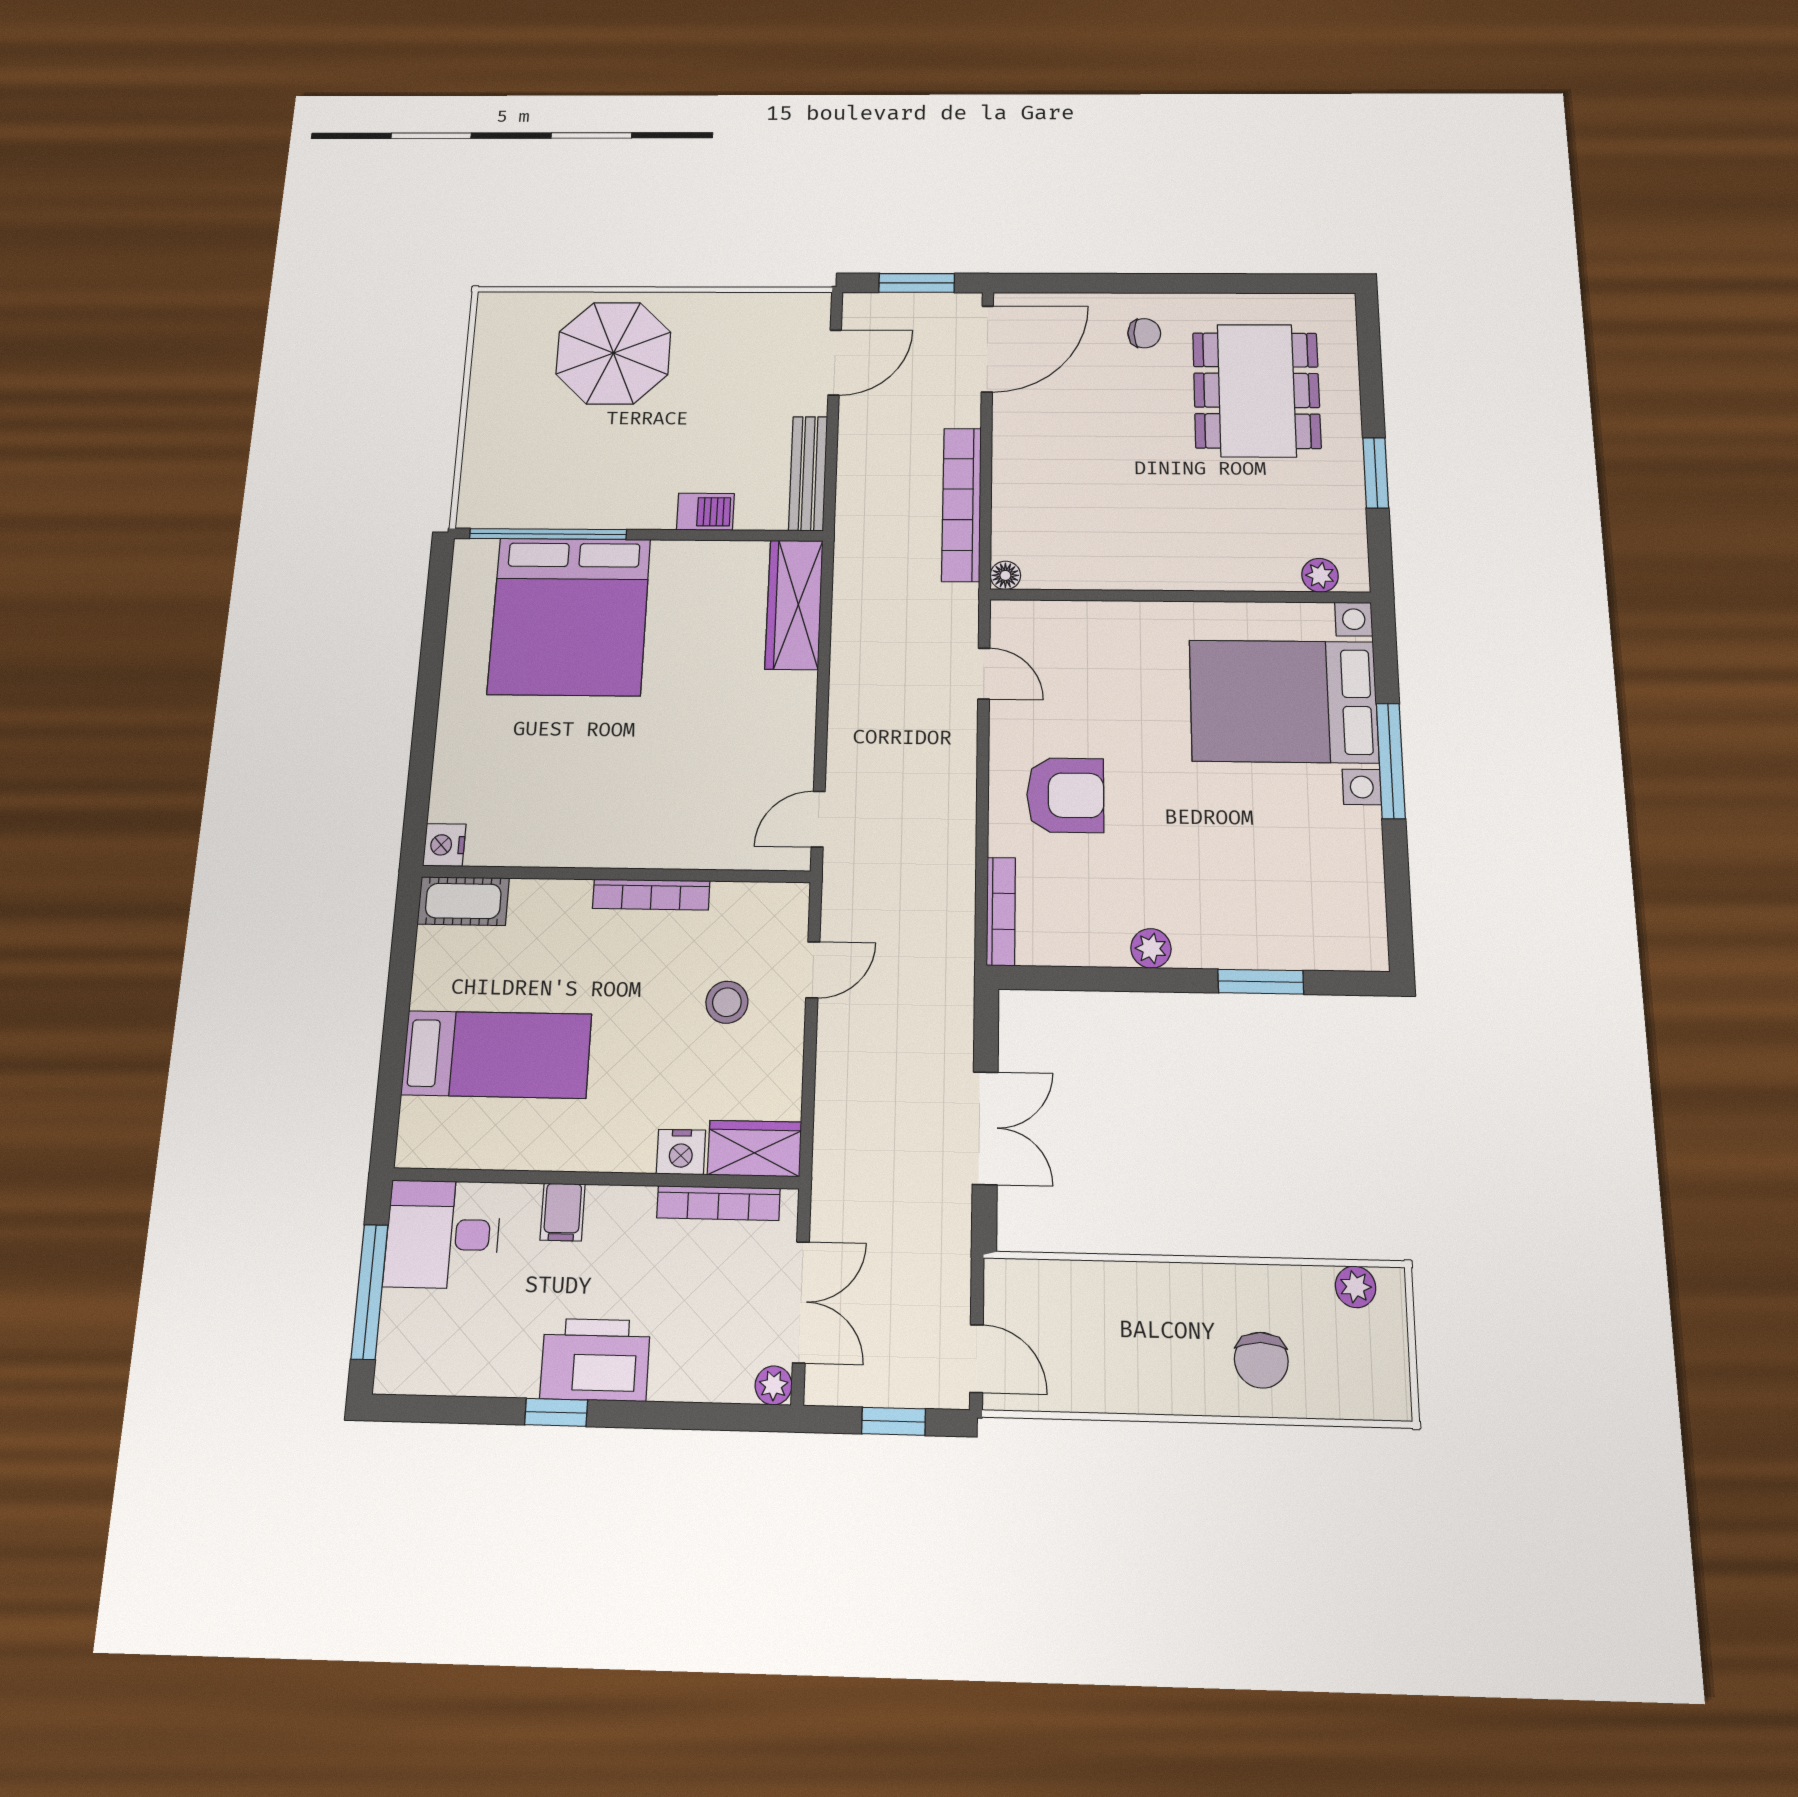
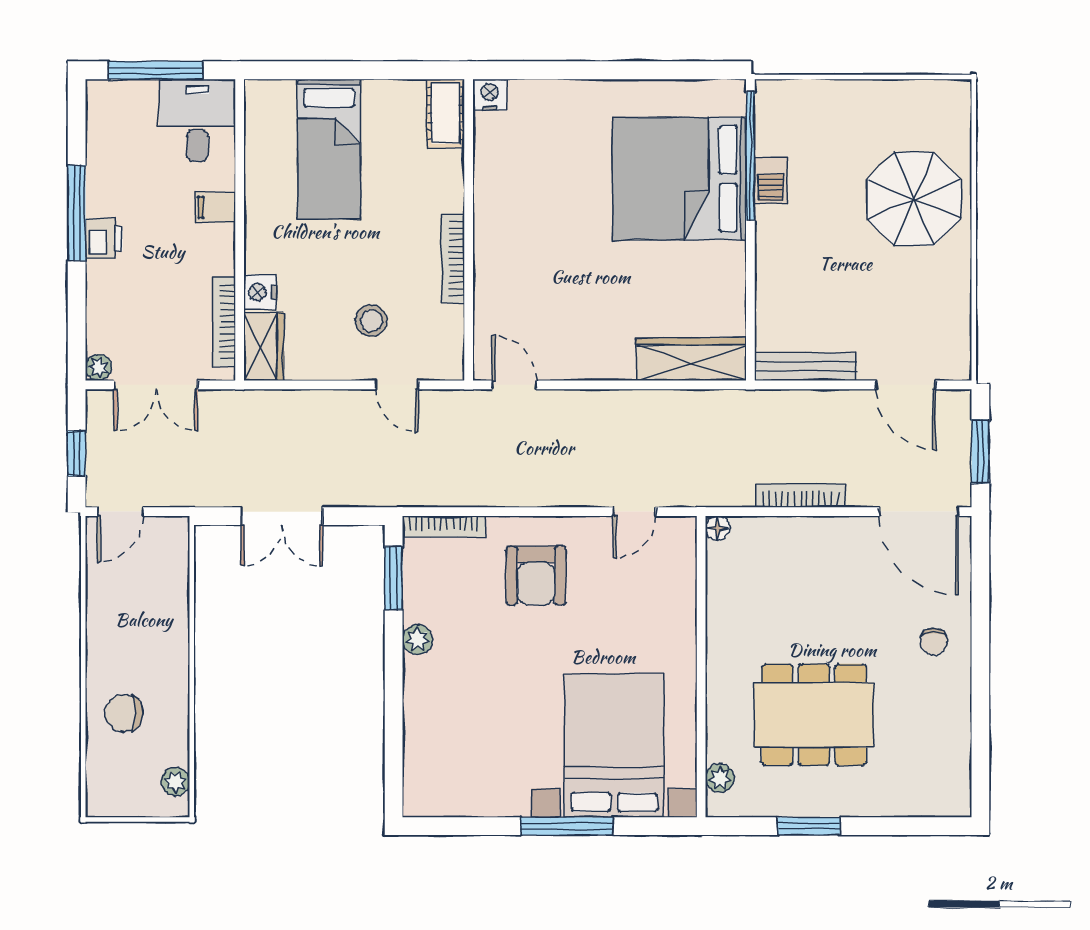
dining table: (1256, 390) -> (814, 715), moved
bookcase: (962, 504) -> (801, 496), width x0.68, depth x0.76
barbecue: (705, 512) -> (771, 181), moved
window: (1261, 982) -> (394, 578), moved
printer: (595, 1360) -> (104, 239), width x0.53, depth x0.68
window: (556, 1412) -> (77, 213), width x2.17

